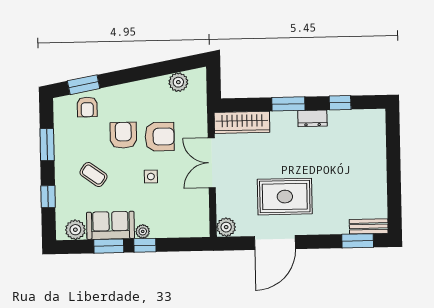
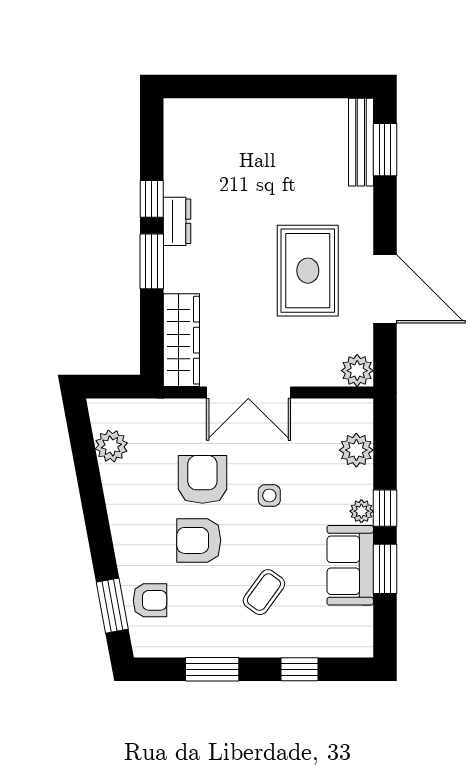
window: (340, 103) -> (152, 199), moved
bench: (369, 226) -> (361, 142), width x1.36
plant: (75, 230) -> (356, 450), moved

